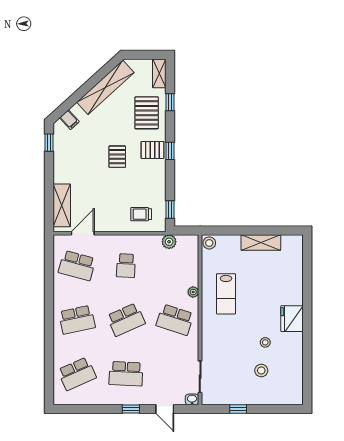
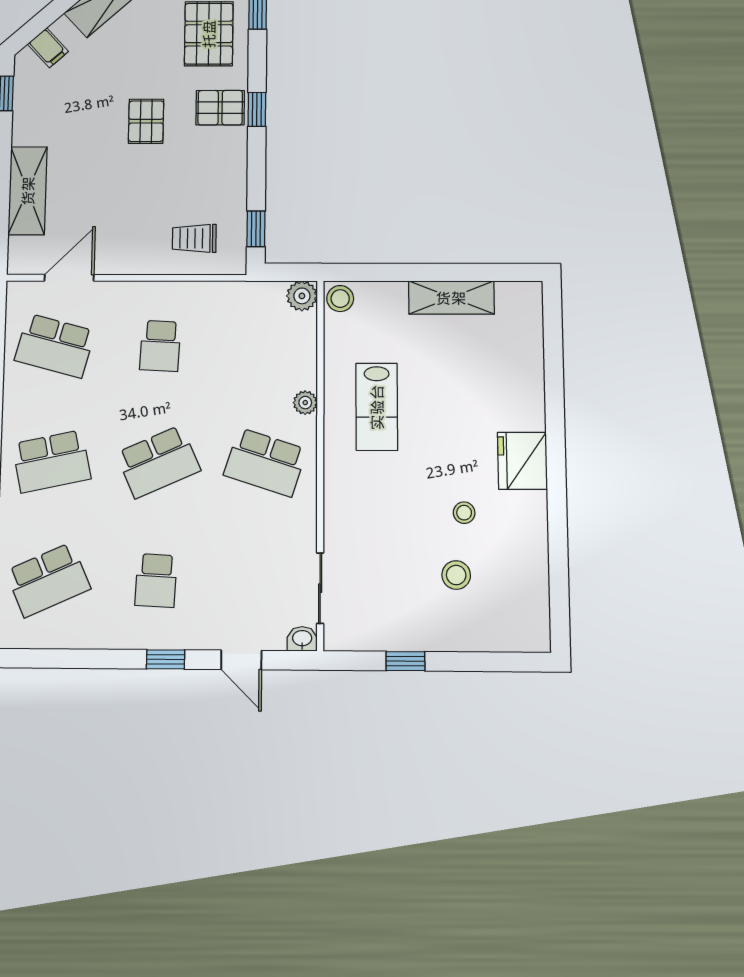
shelving: (62, 205) -> (28, 191), moved
plant: (169, 242) -> (302, 296), moved
school desk: (126, 374) -> (156, 581), width x0.54

